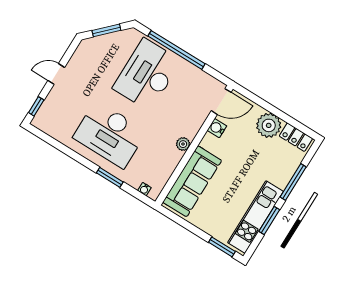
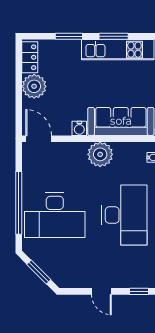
water cooler: (217, 128) -> (79, 128), moved
plant: (183, 144) -> (100, 154), width x1.88, depth x1.88
window: (293, 182) -> (69, 36), width x0.69

